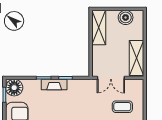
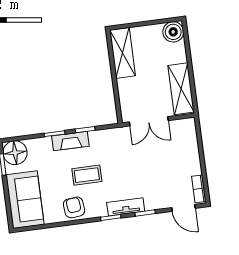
boiler: (126, 17) -> (173, 32), moved
coffee table: (122, 107) -> (87, 175), moved

